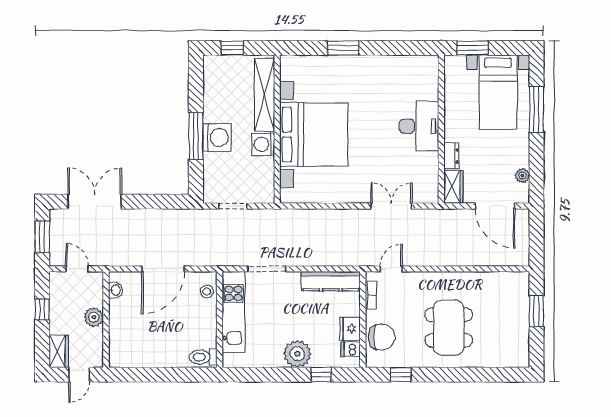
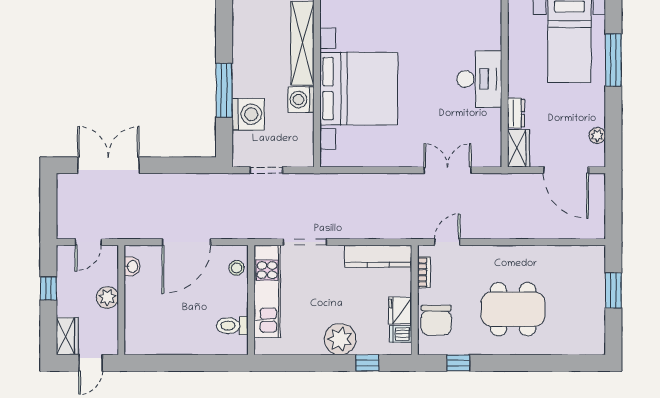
washing machine: (217, 137) -> (248, 114), moved
window: (42, 237) -> (48, 206), removed
door: (77, 269) -> (88, 242), swing flipped
dining table: (449, 328) -> (513, 309), turned 90
chair: (382, 337) -> (436, 320), turned 90
toilet: (203, 357) -> (232, 326), moved

